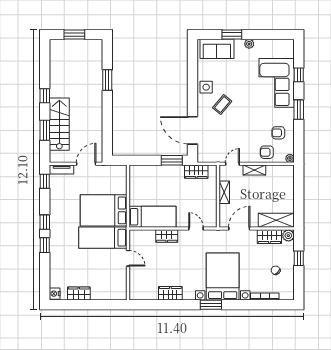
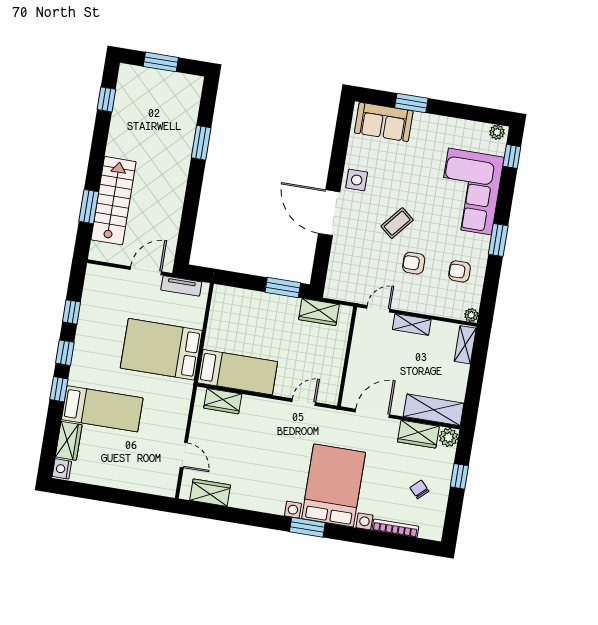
plant: (249, 44) -> (497, 132), moved
window: (299, 75) -> (512, 156), moved
window: (45, 96) -> (106, 99), moved
coffee table: (222, 105) -> (397, 223), moved
door: (193, 130) -> (329, 213), moved
armchair: (267, 152) -> (414, 263), moved
tv unit: (62, 170) -> (181, 286), moved
window: (45, 181) -> (72, 312), moved
shelving: (224, 192) -> (465, 345), moved
door: (196, 228) -> (304, 402), hinge flipped
wardrobe: (167, 236) -> (223, 401), moved
bed: (103, 238) -> (102, 409), moved, turned 180
door: (128, 258) -> (184, 455), moved
wardrobe: (170, 293) -> (210, 493), moved
wardrobe: (79, 294) -> (69, 441), moved, turned 90

